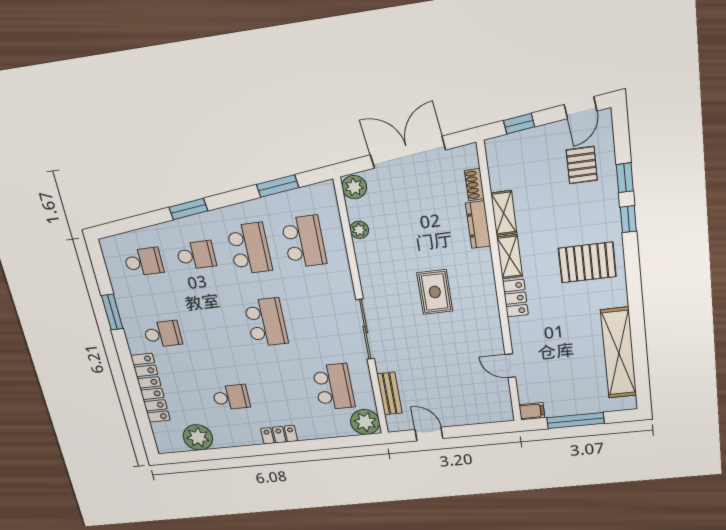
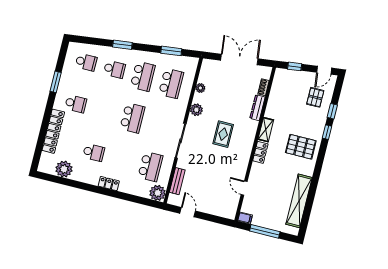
plant: (354, 187) -> (196, 110), moved
shelving: (504, 213) -> (272, 106), removed

